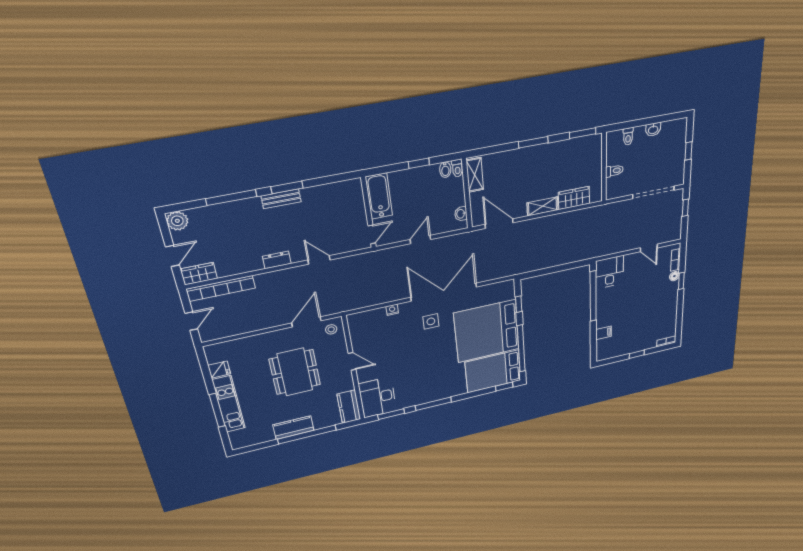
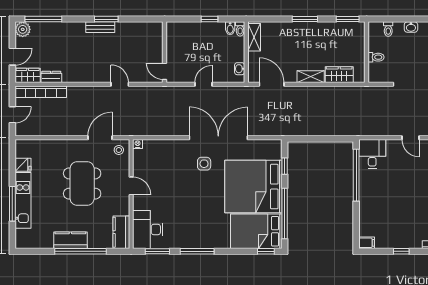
bathtub: (379, 196) -> (175, 40), removed
window: (231, 198) -> (43, 19), moved
door: (372, 234) -> (165, 71), swing flipped
dresser: (277, 260) -> (51, 77), moved
nightstand: (392, 310) -> (138, 144), moved
filing cabinet: (604, 333) -> (367, 243), moved

